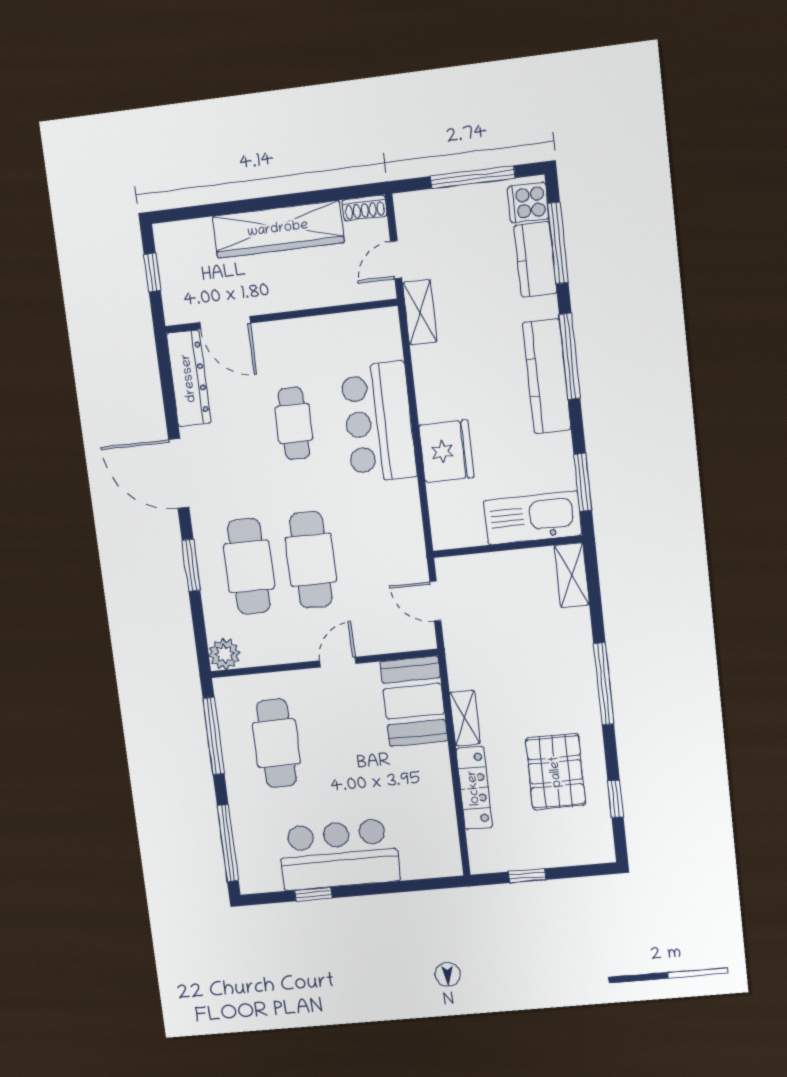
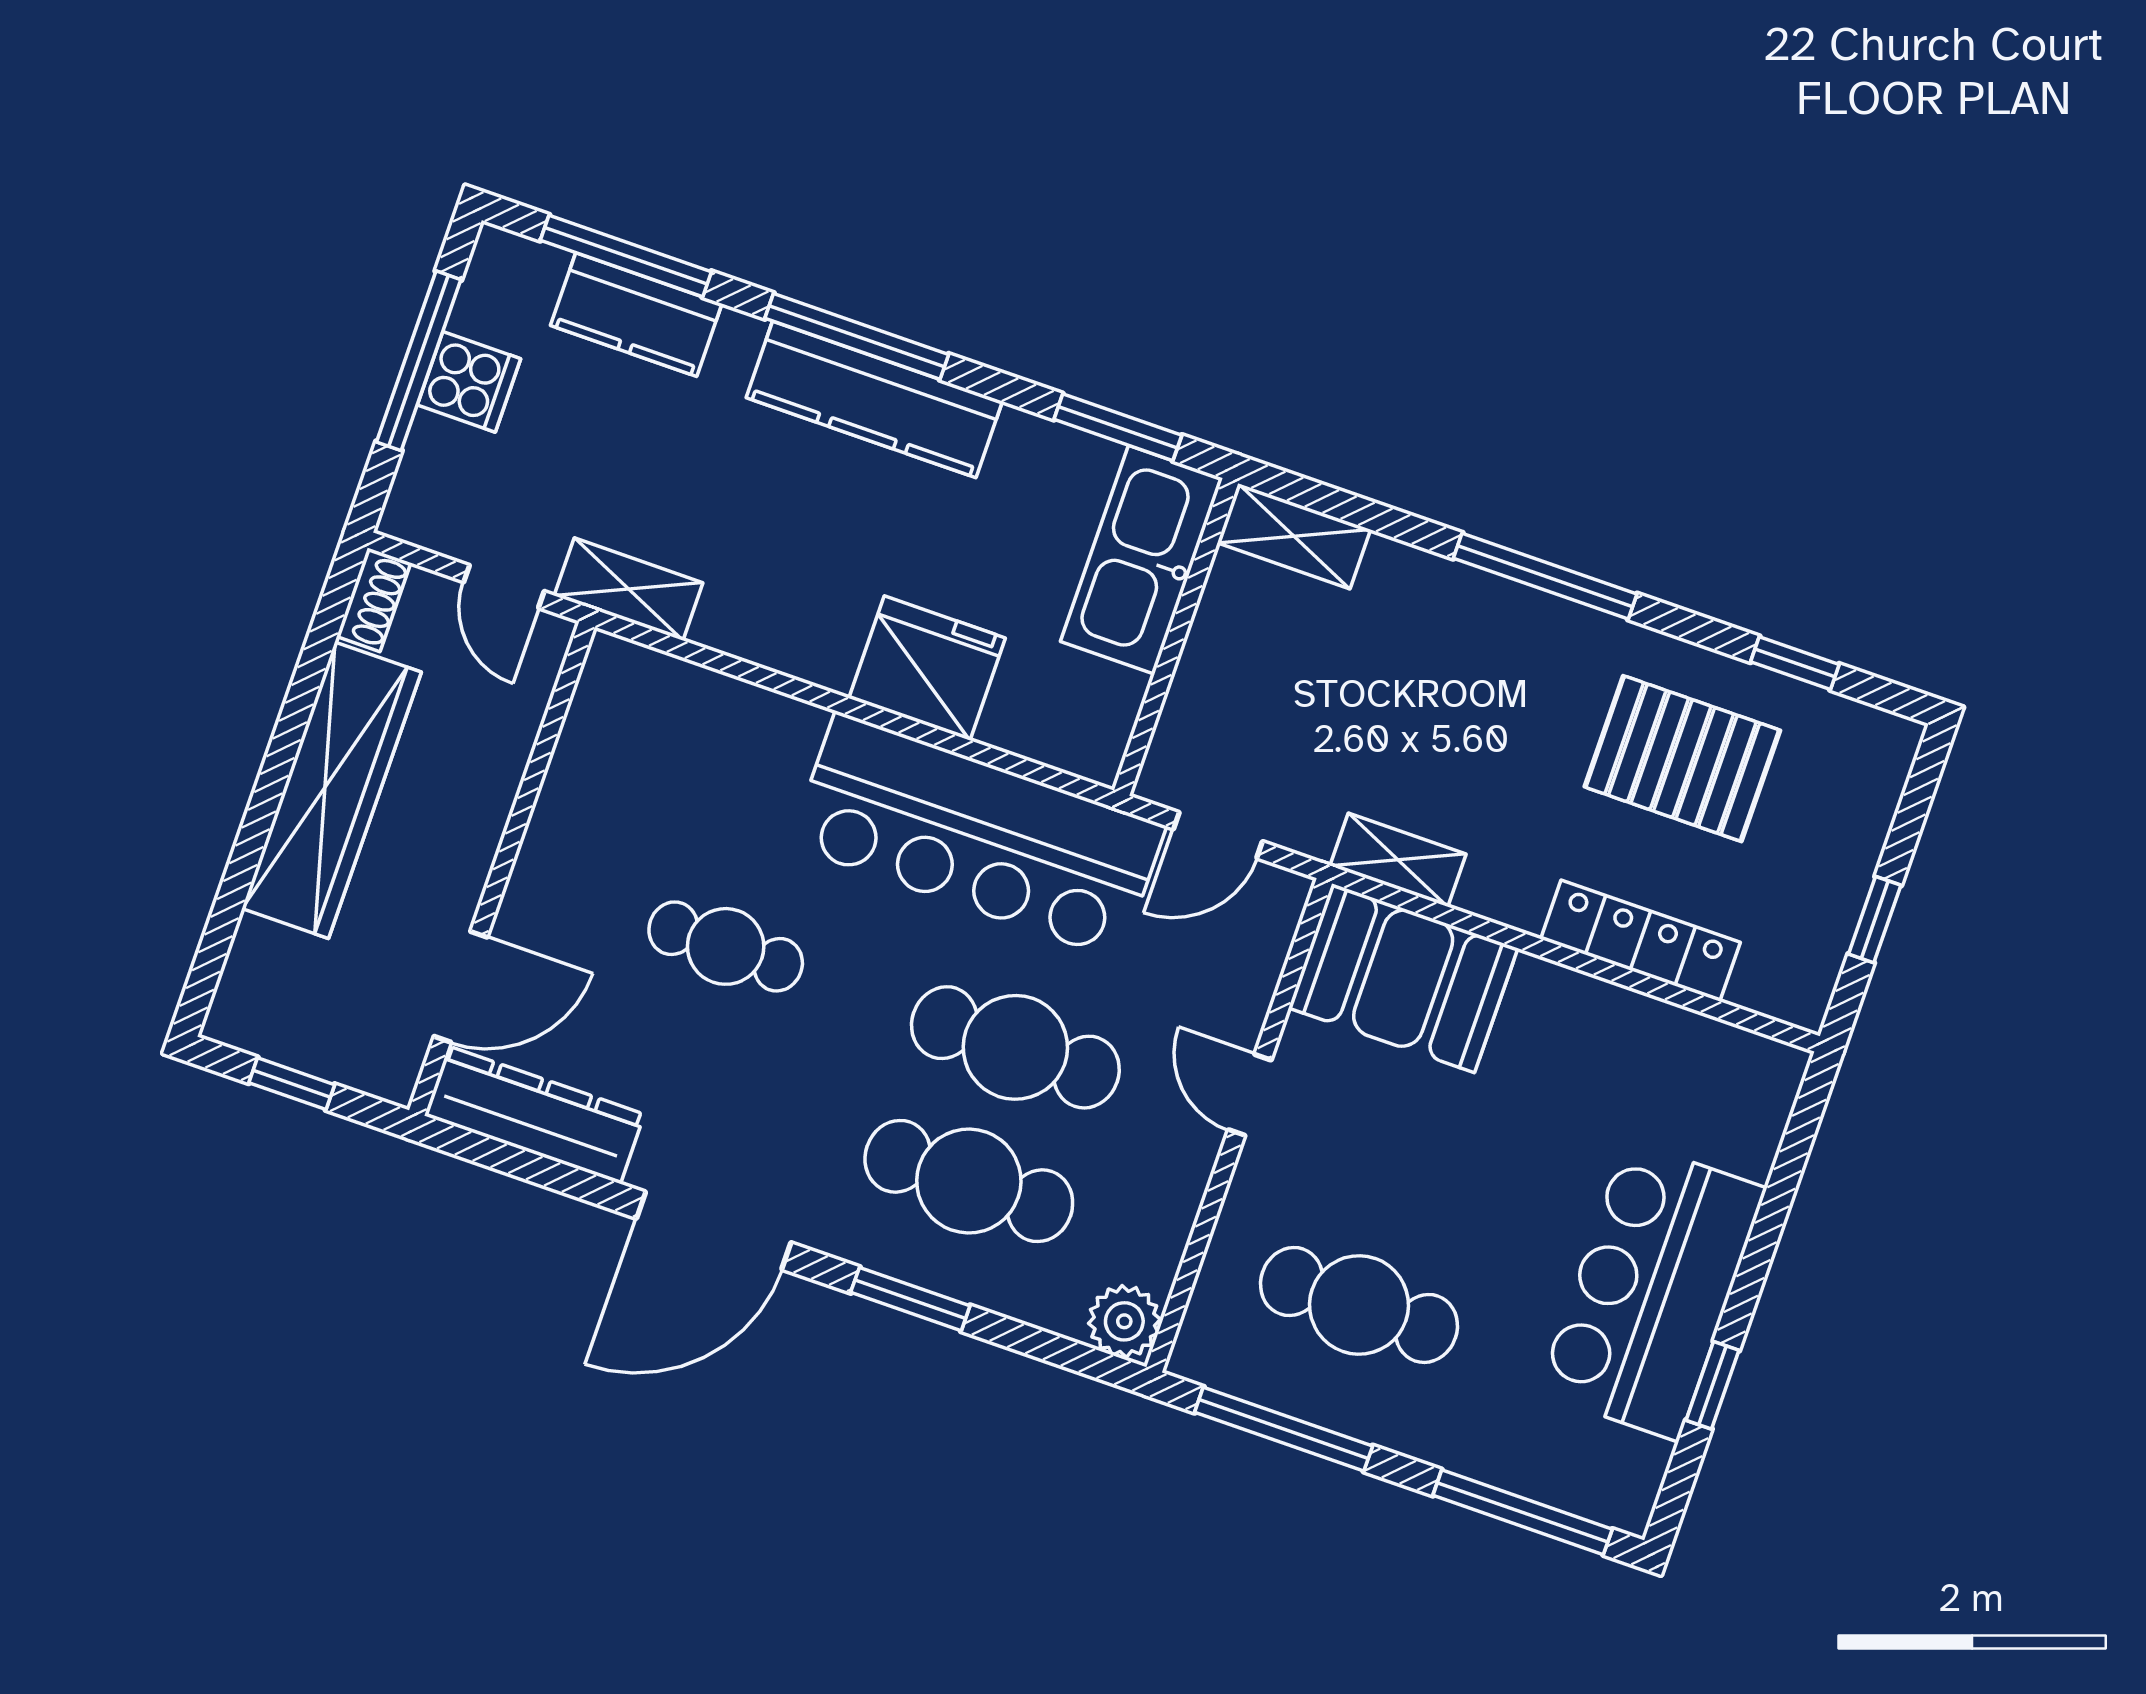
cooker: (528, 203) -> (469, 382), moved, turned -90
bar counter: (379, 422) -> (978, 836), moved, width x1.36
shelving: (465, 718) -> (1398, 860), moved

